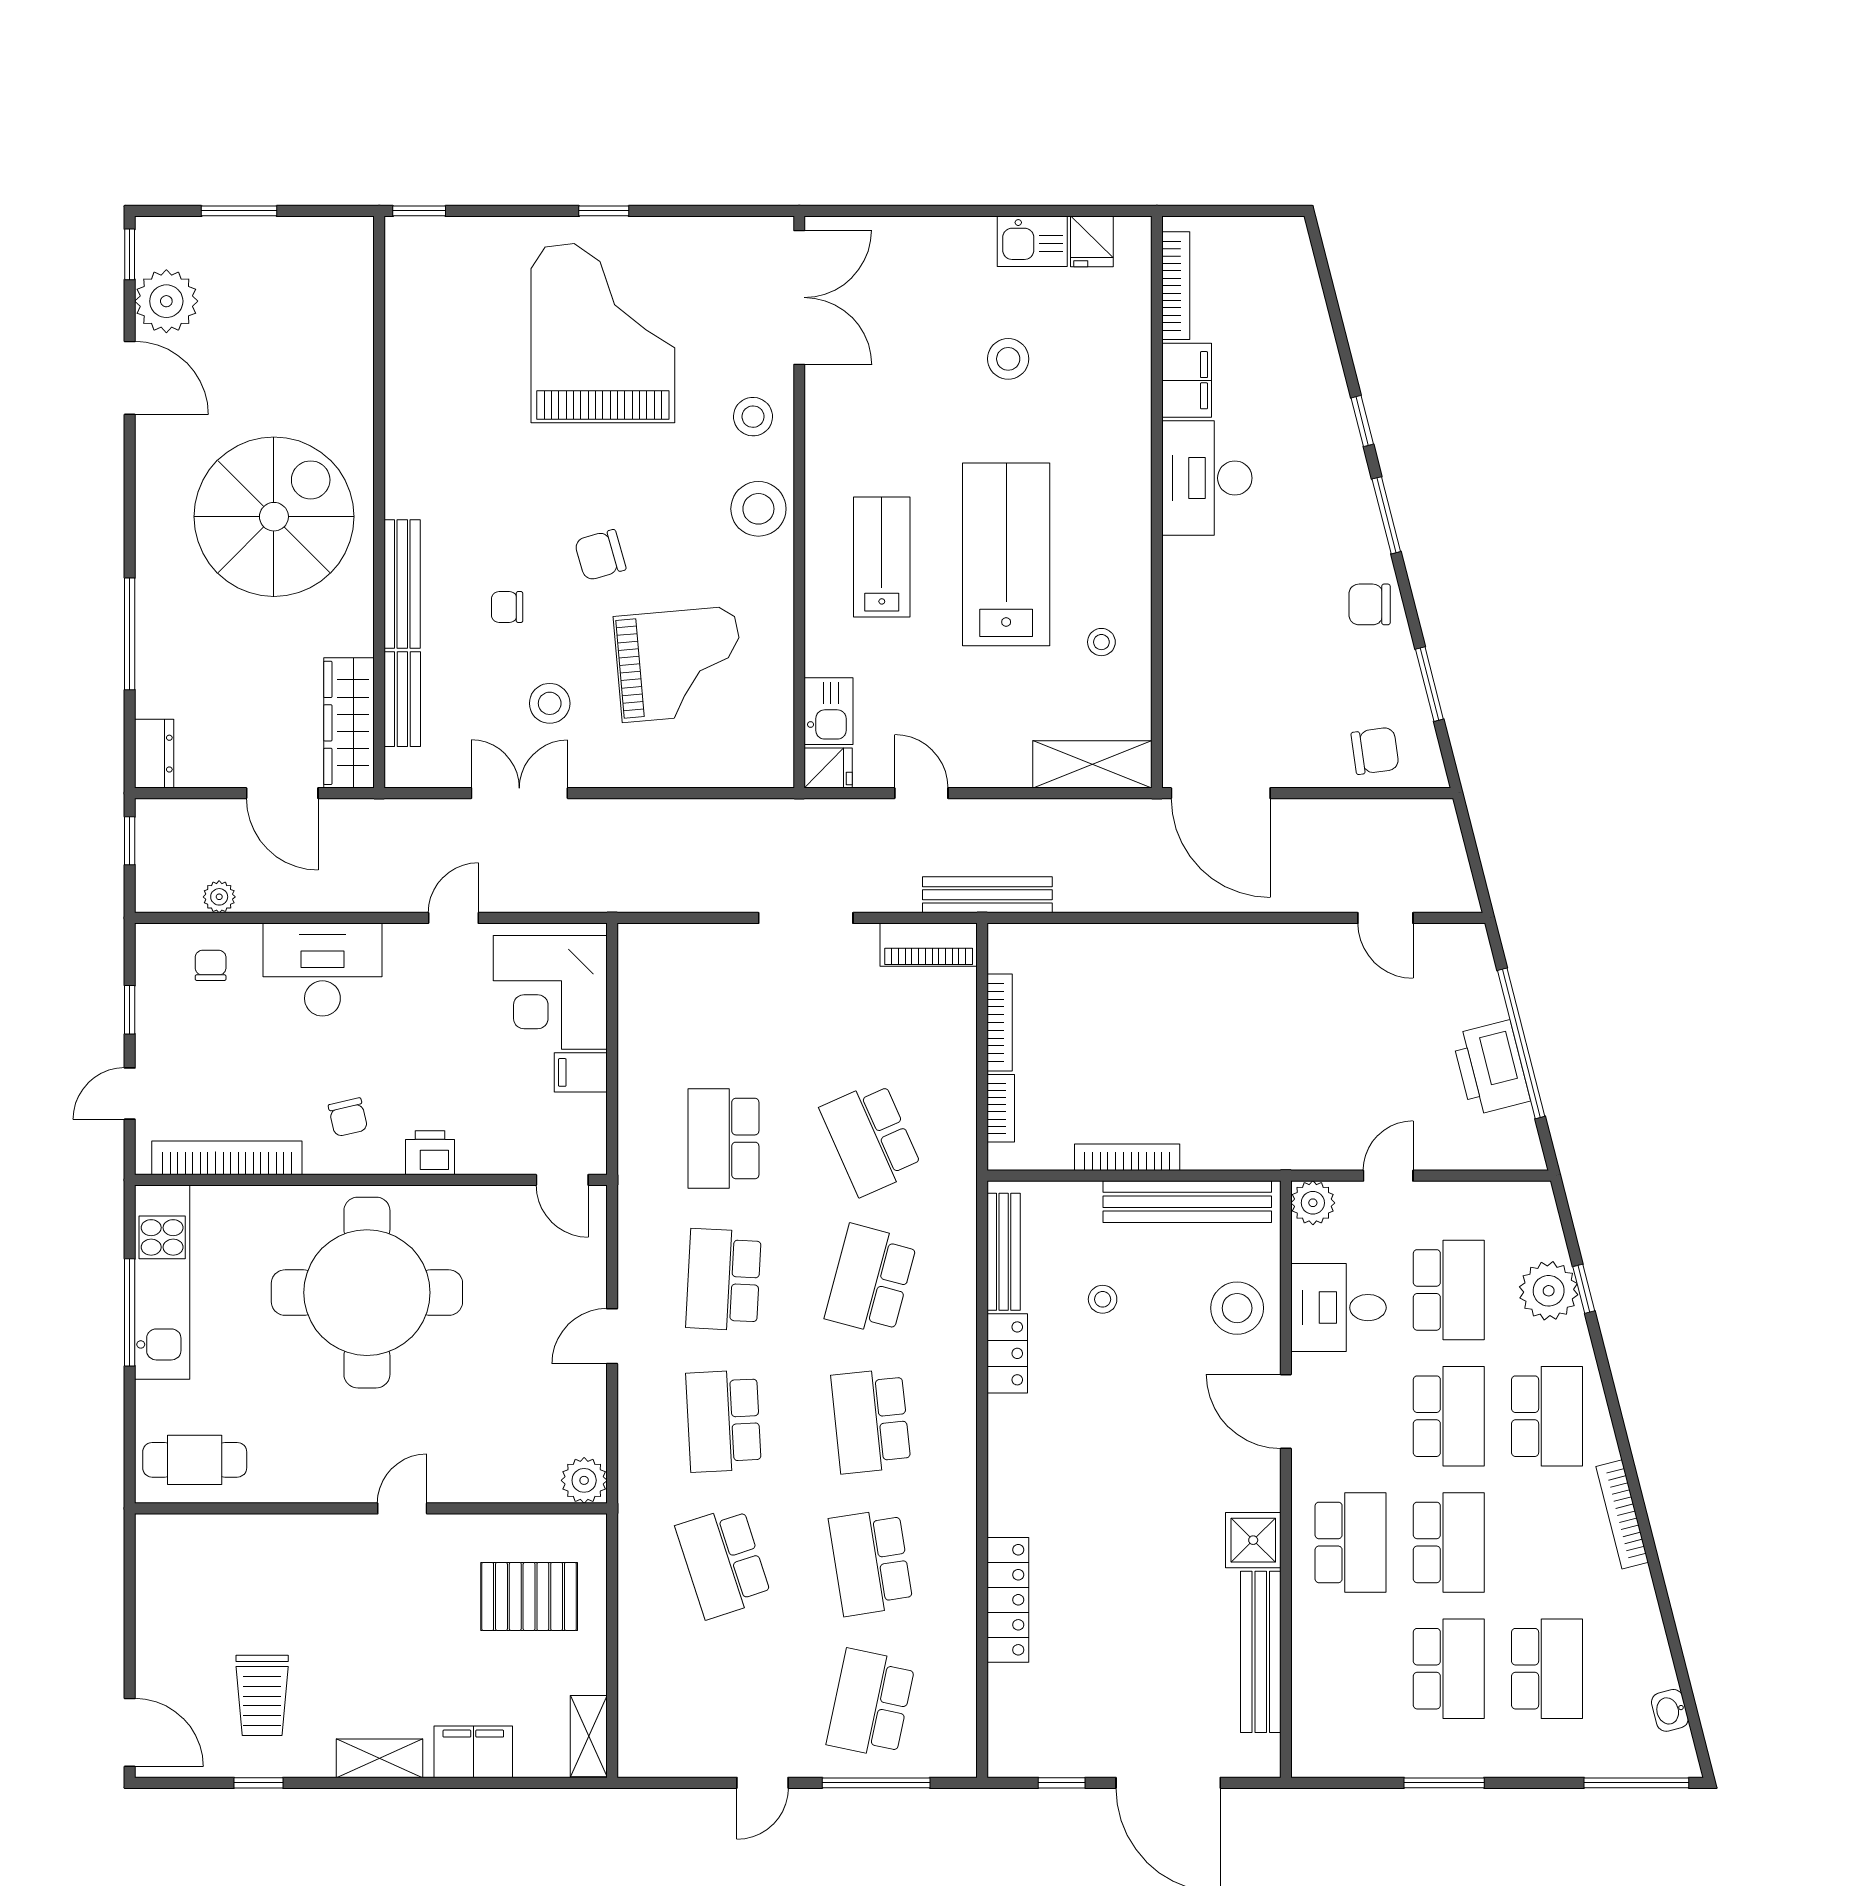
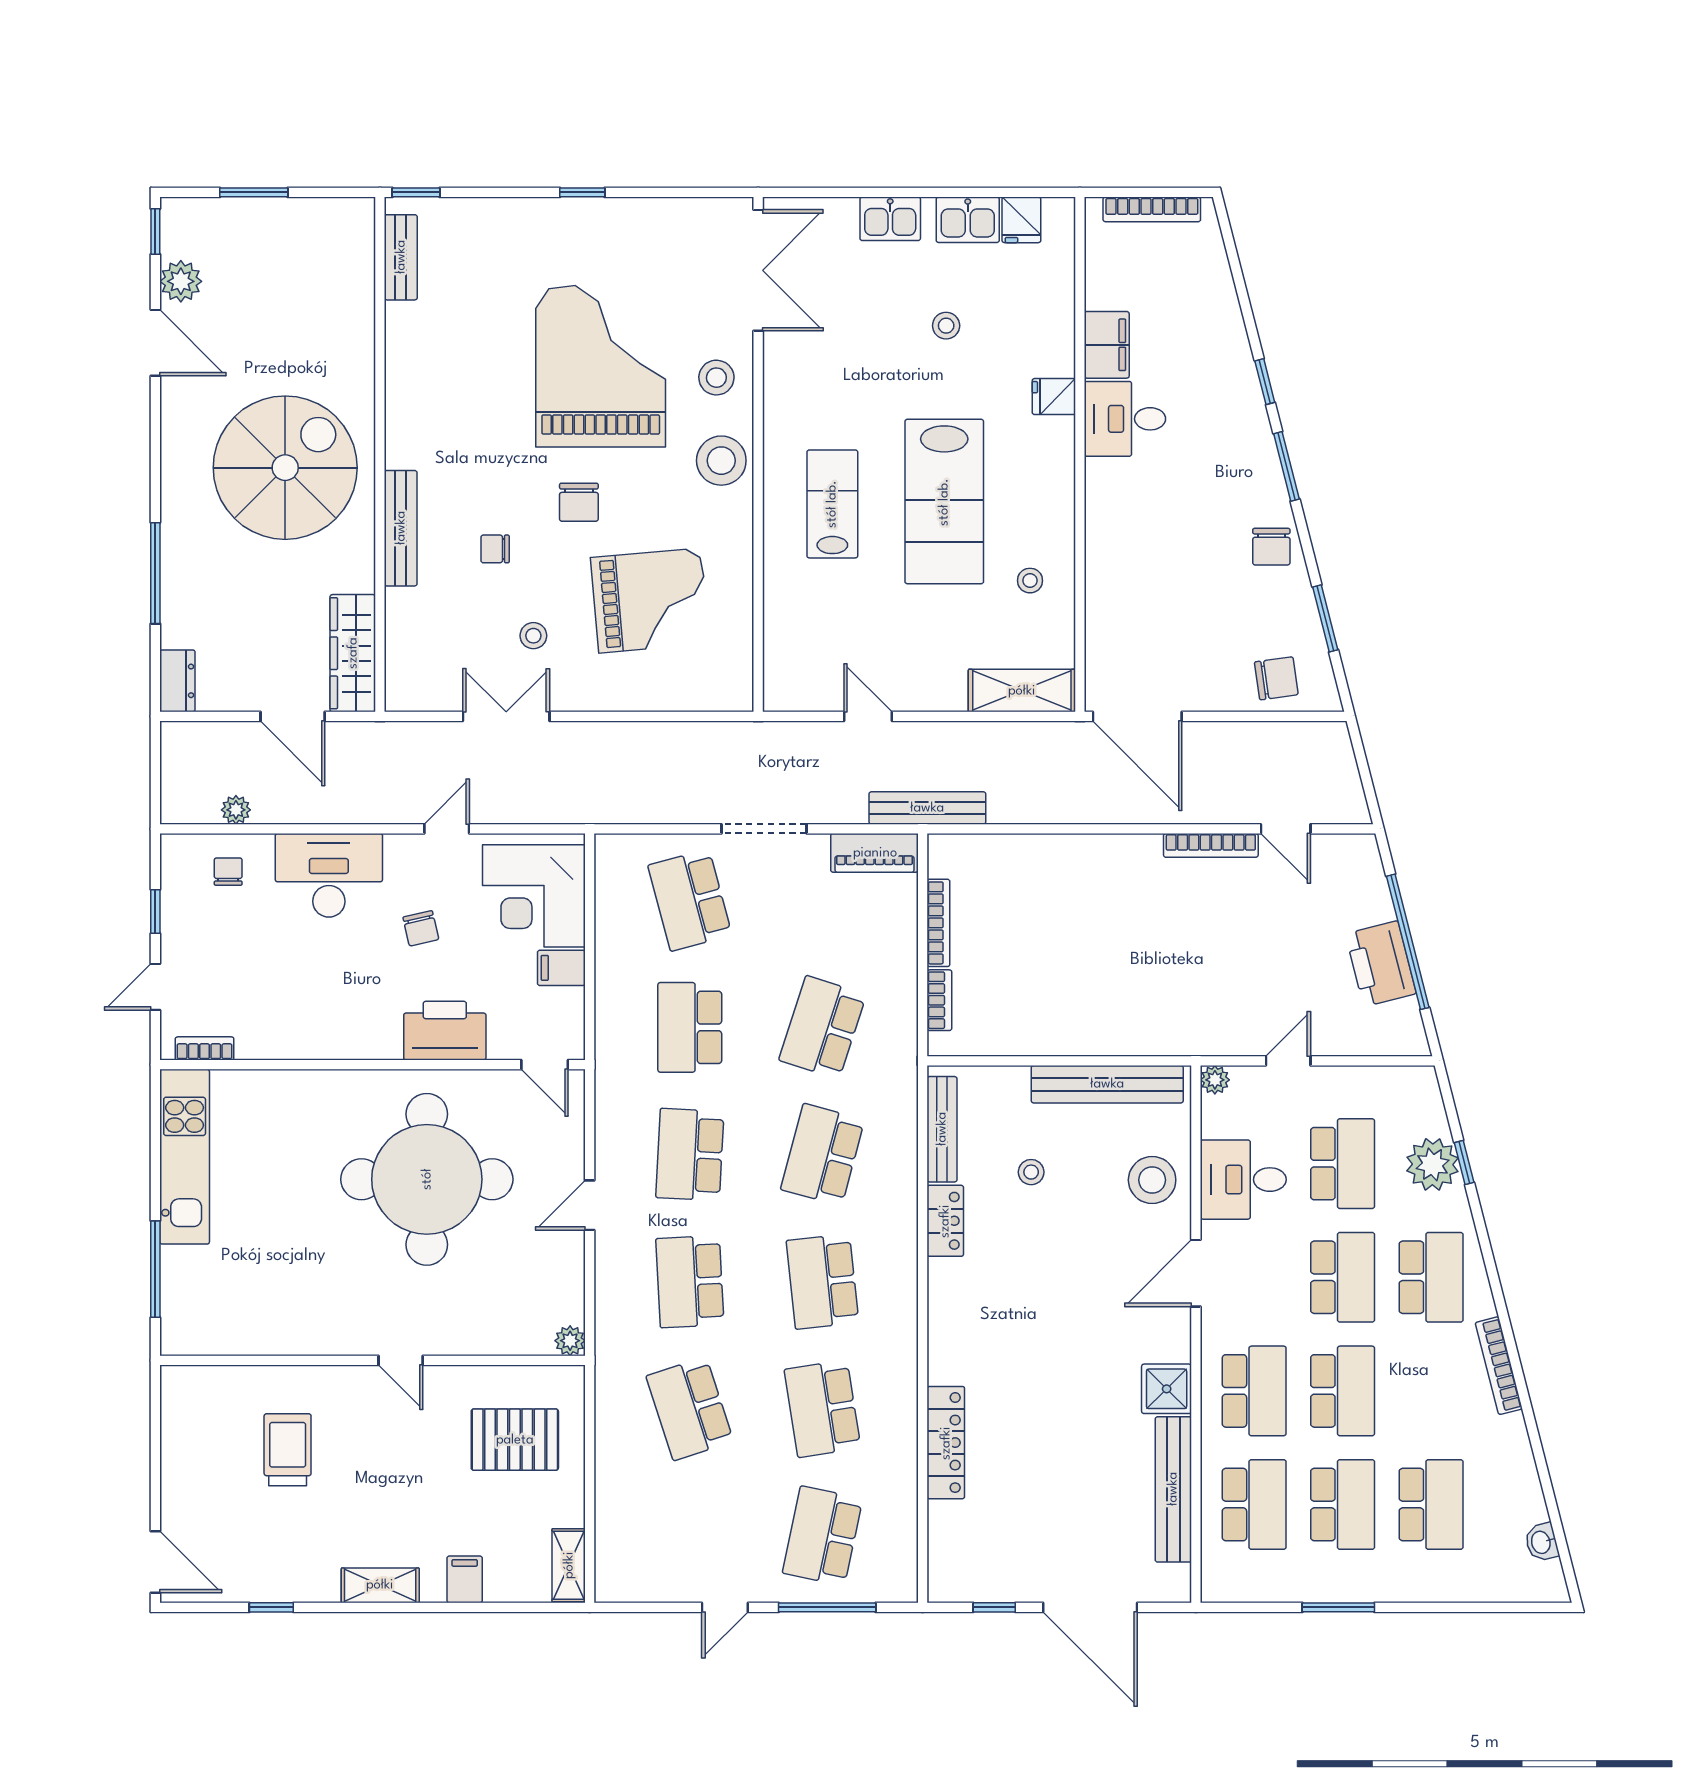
bookcase: (1176, 286) -> (1152, 209), moved, turned 90
plant: (166, 301) -> (181, 281), width x0.73, depth x0.73
grand piano: (603, 333) -> (601, 366), moved
stool: (1008, 359) -> (946, 326), width x0.73, depth x0.73
desk: (1207, 478) -> (1125, 419), width x0.73
lab bench: (1006, 554) -> (944, 502), turned 180
chair: (600, 555) -> (579, 502), turned -74
chair: (1370, 604) -> (1271, 547), turned -90
bench: (402, 699) -> (401, 257), moved
stool: (550, 703) -> (533, 636), width x0.73, depth x0.73
kitchen sink: (829, 711) -> (890, 219), moved, turned 90
fridge: (828, 768) -> (1054, 397), moved, turned 180
window: (130, 841) -> (155, 759), removed
school desk: (723, 997) -> (690, 900), added
chair: (348, 1117) -> (421, 928), moved
school desk: (871, 1139) -> (823, 1027), turned 42
printer: (430, 1153) -> (445, 1031), width x1.87, depth x1.48
bookcase: (1127, 1157) -> (1211, 845), moved, turned 180
bookcase: (227, 1158) -> (205, 1048), width x0.43, depth x0.76
plant: (1313, 1203) -> (1215, 1080), width x0.73, depth x0.73
round table: (367, 1293) -> (427, 1179), moved
window: (130, 1312) -> (155, 1269), moved
door: (1286, 1412) -> (1196, 1273), hinge flipped
cafe table: (195, 1460) -> (214, 1317), removed
plant: (584, 1480) -> (570, 1341), width x0.73, depth x0.73
door: (402, 1508) -> (401, 1360), swing flipped
school desk: (1350, 1669) -> (1254, 1505), added
trolley: (262, 1695) -> (288, 1450), moved, turned 180
filing cabinet: (473, 1752) -> (465, 1579), width x0.50
window: (1636, 1783) -> (1512, 1607), removed

